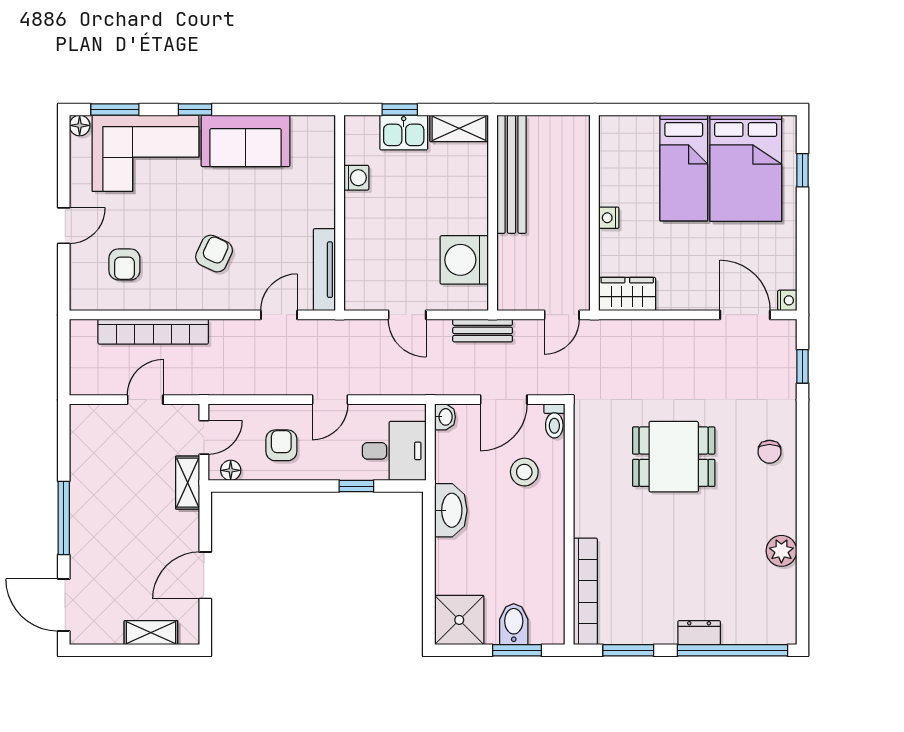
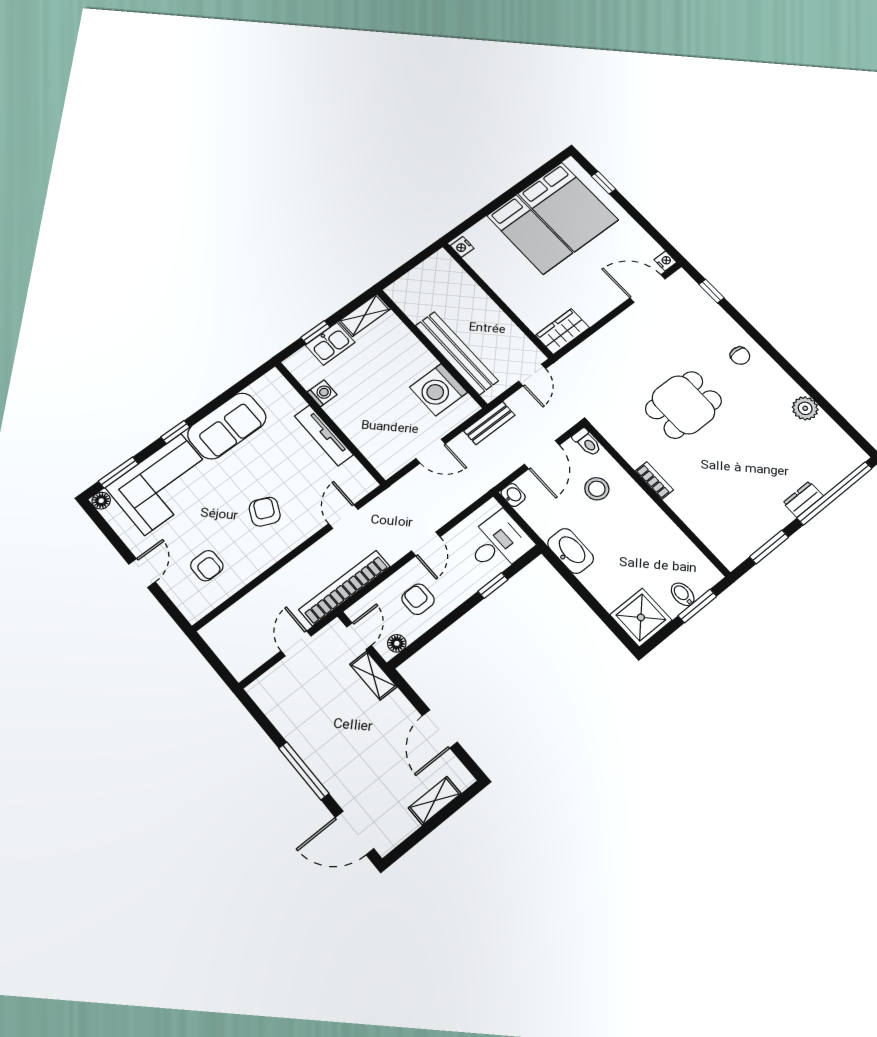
bench: (512, 174) -> (457, 353), moved
nightstand: (609, 218) -> (462, 247), moved
tv unit: (324, 270) -> (324, 435), moved
bookcase: (153, 332) -> (345, 588), moved, turned 180
bookcase: (585, 591) -> (654, 480), moved, width x0.43, depth x0.76
bidet: (514, 624) -> (683, 594), width x0.72, depth x0.74

